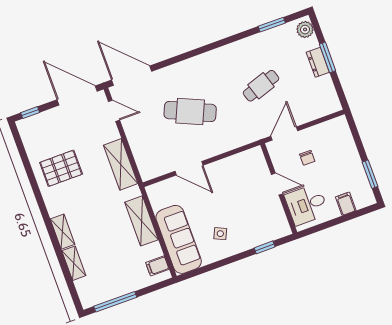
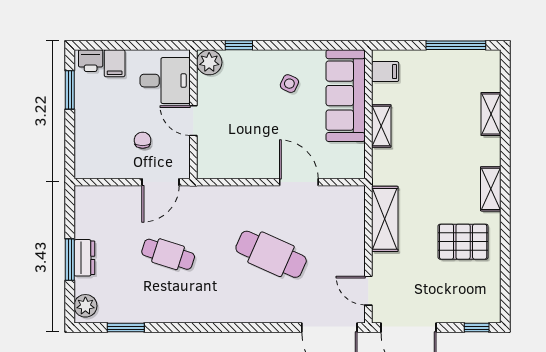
cafe table: (261, 86) -> (168, 254), turned 36
printer: (363, 200) -> (91, 61), added
shelving: (141, 221) -> (381, 126), width x0.67, depth x0.75
plant: (281, 228) -> (209, 62), added
shelving: (63, 232) -> (491, 189), moved

